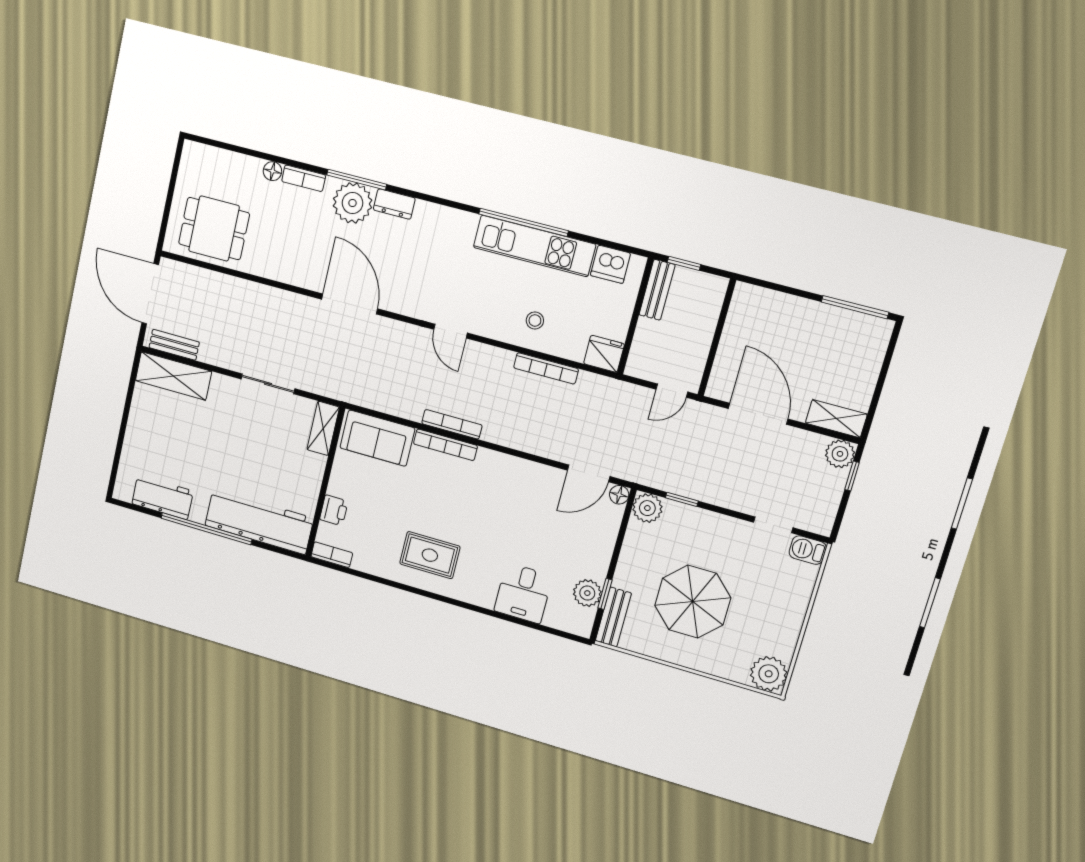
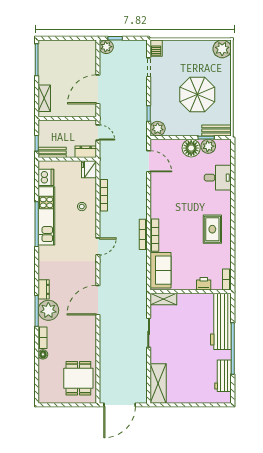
bench: (174, 345) -> (142, 387), removed
dresser: (640, 357) -> (86, 152), added
shelving: (836, 419) -> (44, 98), moved
floor lamp: (619, 495) -> (191, 148), moved, width x1.89, depth x1.89

